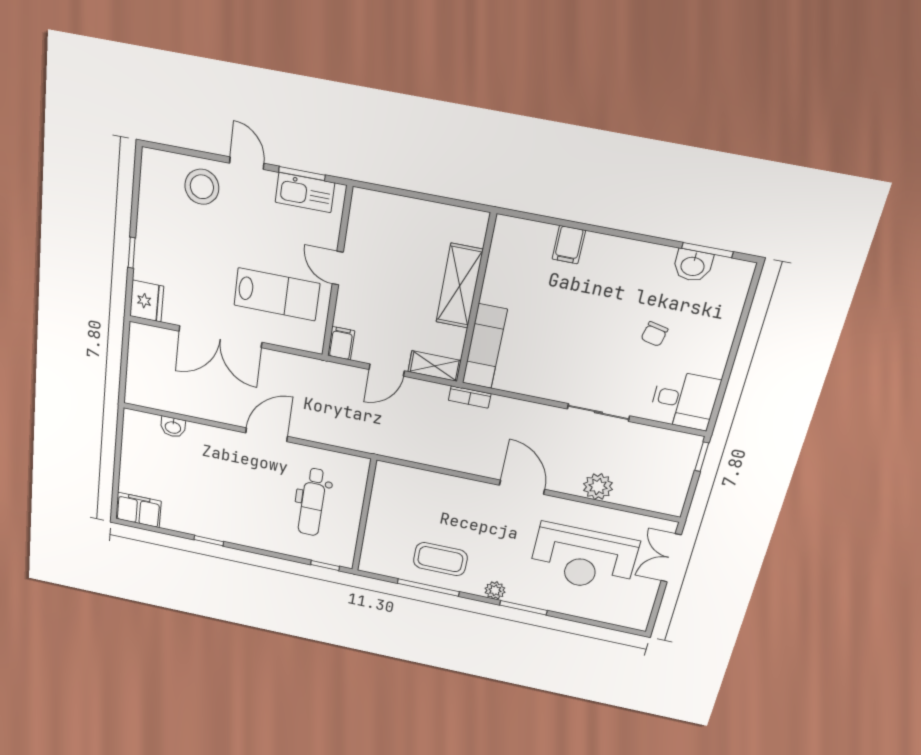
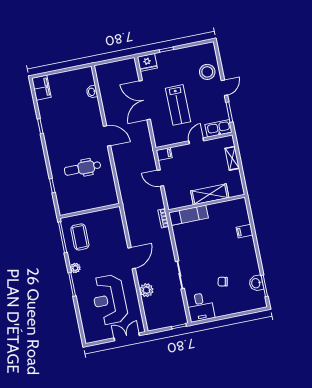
kitchen sink: (305, 193) -> (219, 128), moved, turned 90
lab bench: (277, 294) -> (178, 105), moved
shelving: (435, 366) -> (232, 158), moved
wall: (364, 516) -> (90, 211), moved

